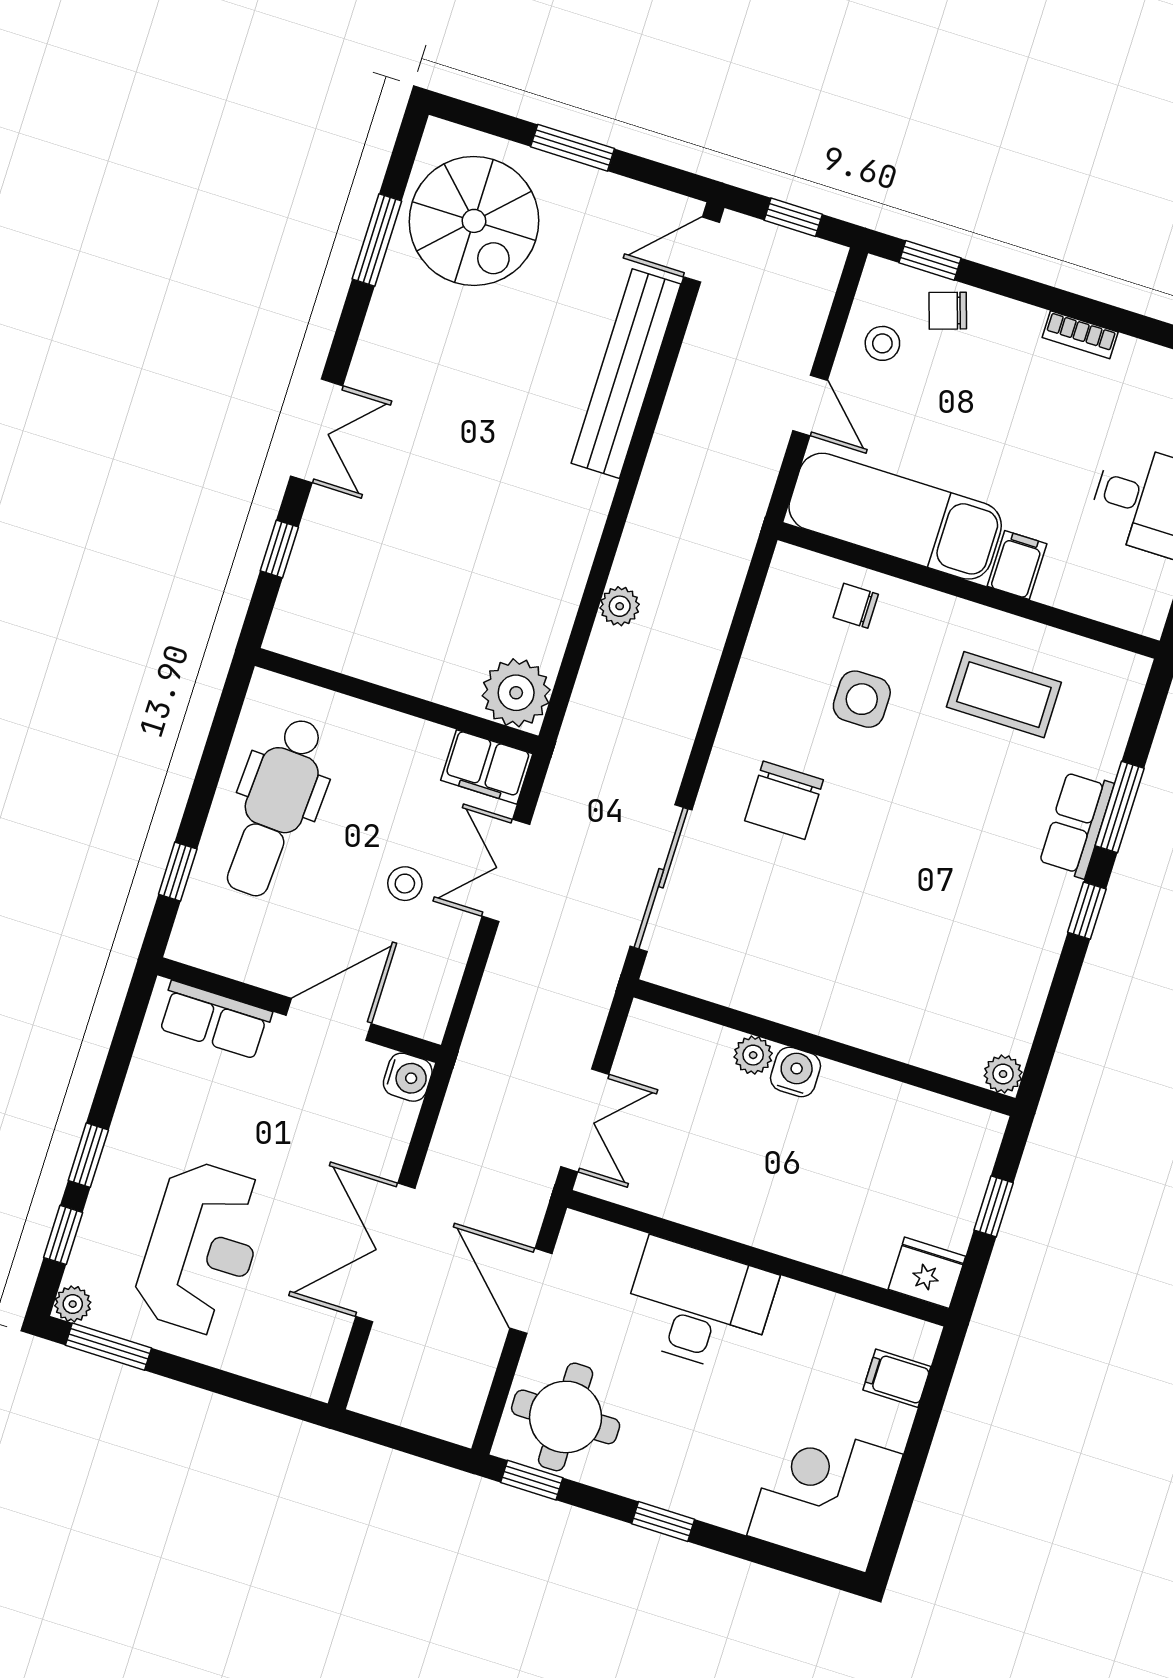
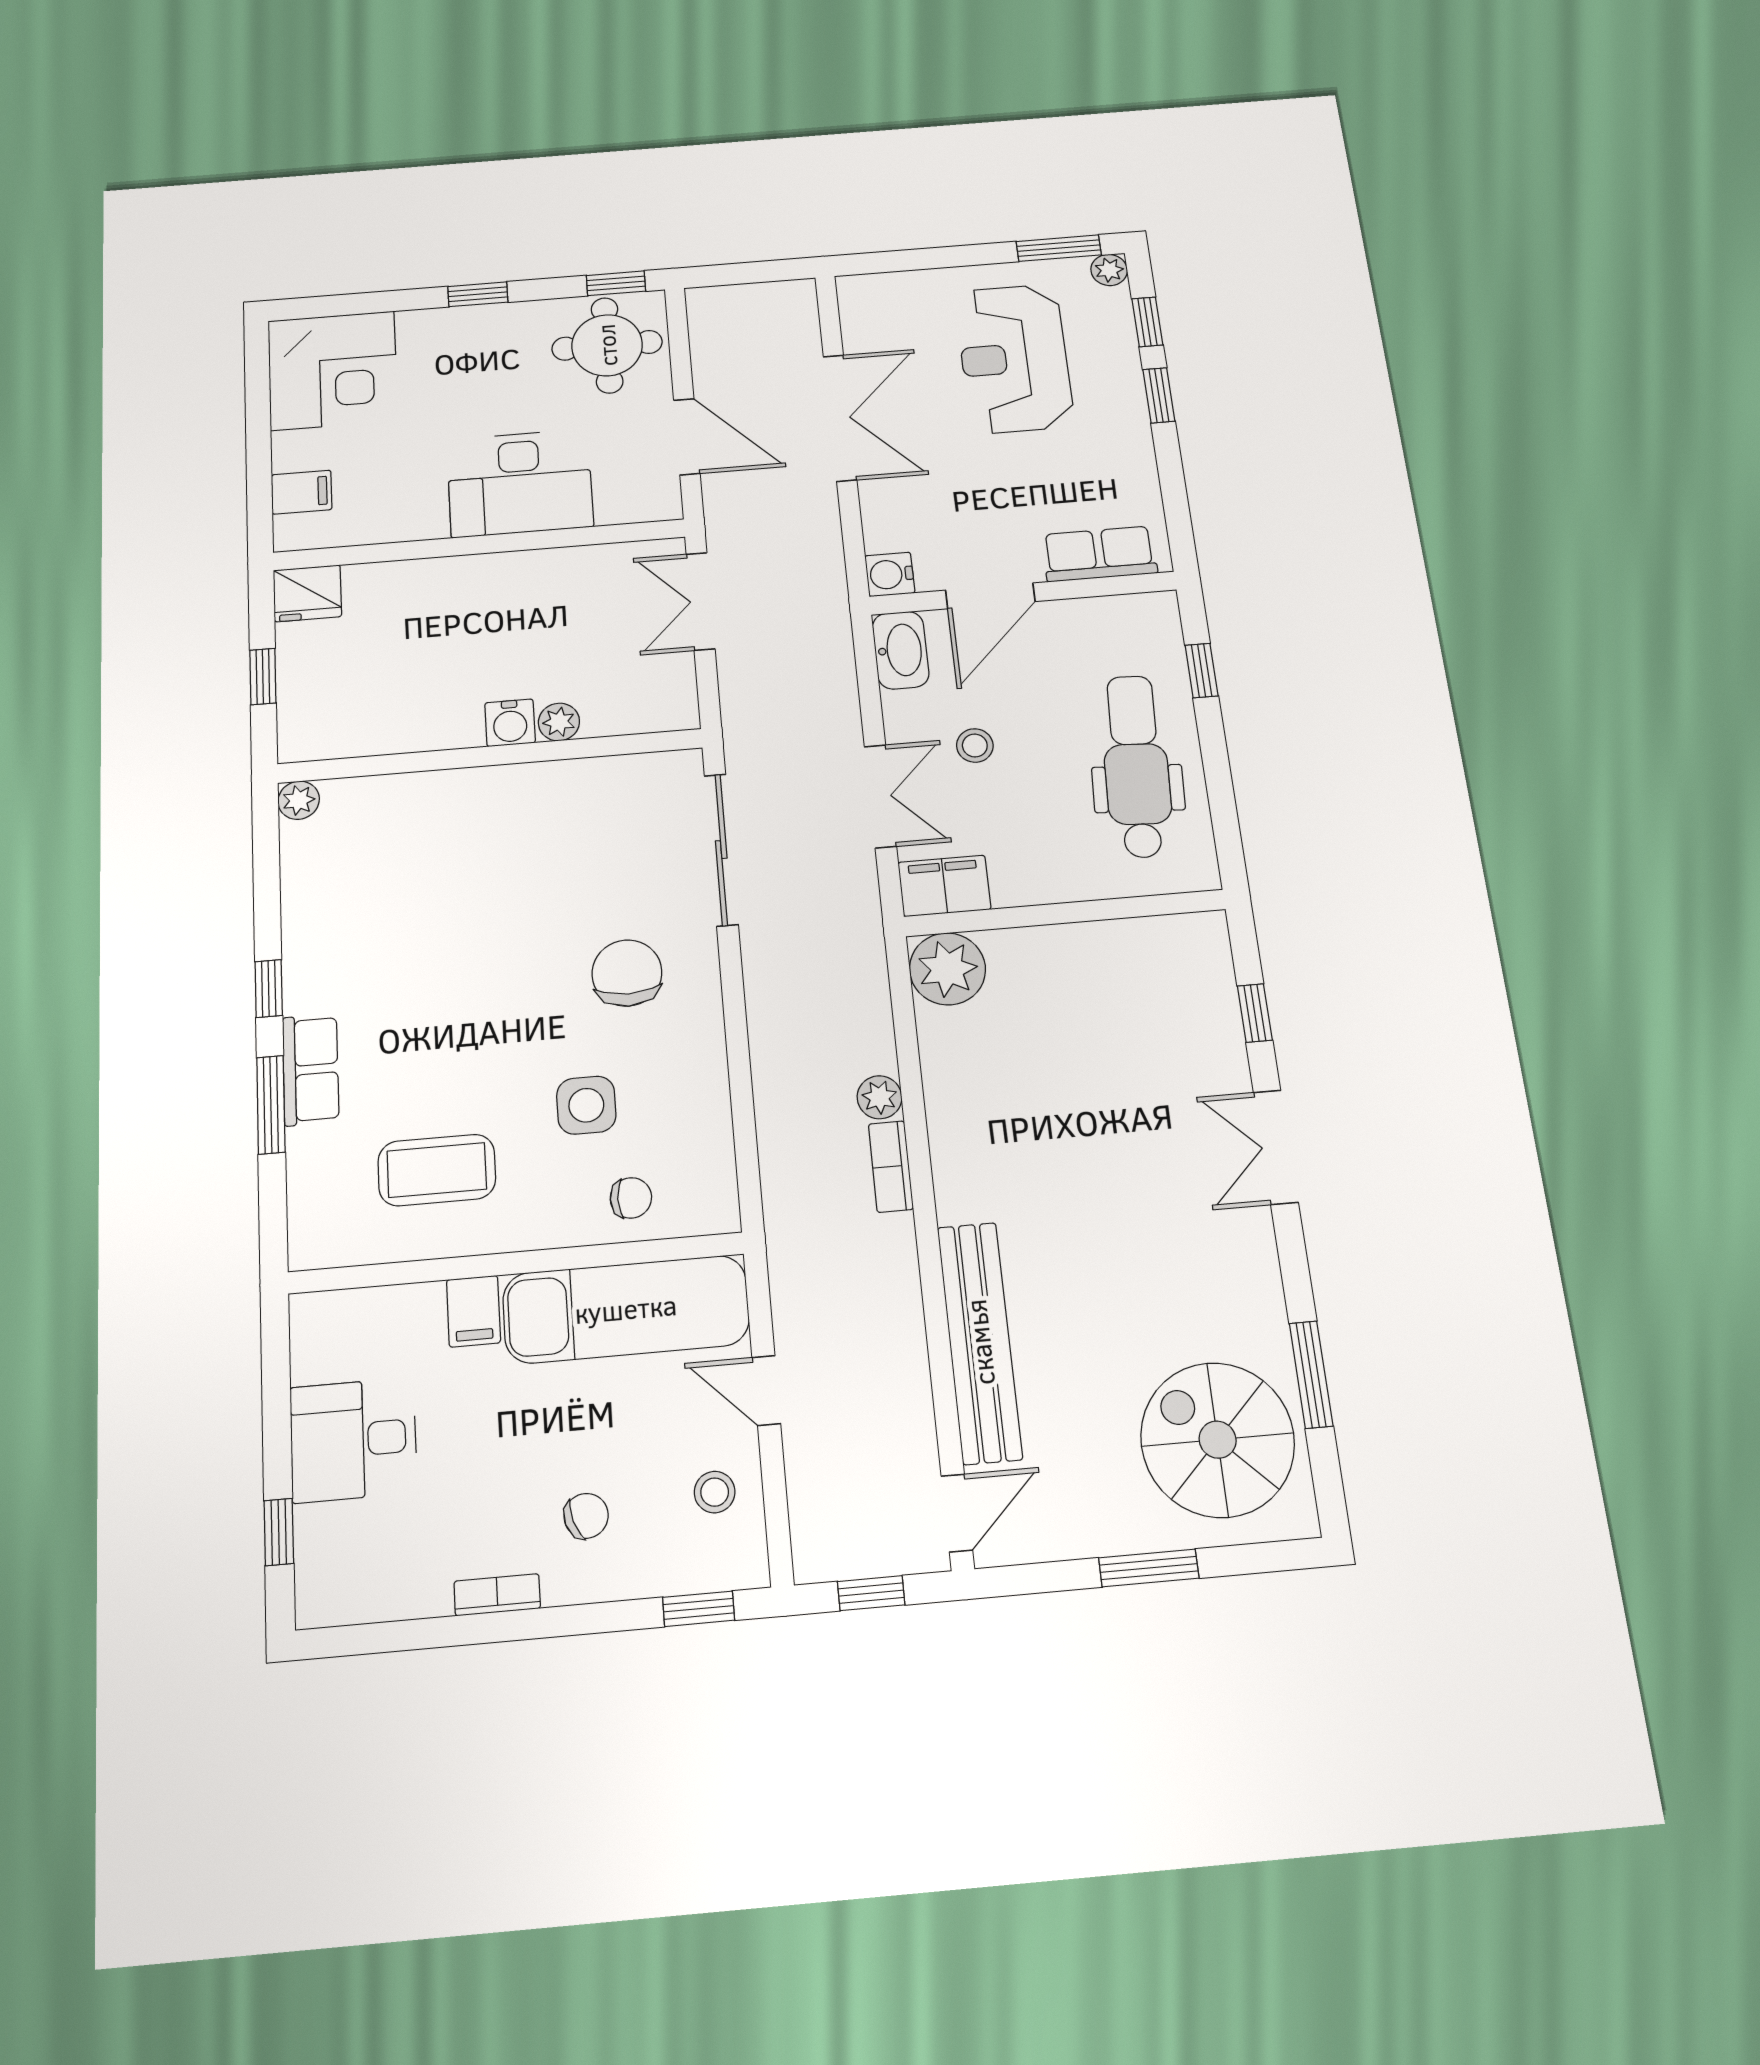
chair: (948, 311) -> (586, 1516), moved
bookcase: (635, 544) -> (891, 1166), added
washbasin: (430, 1000) -> (901, 650), added

